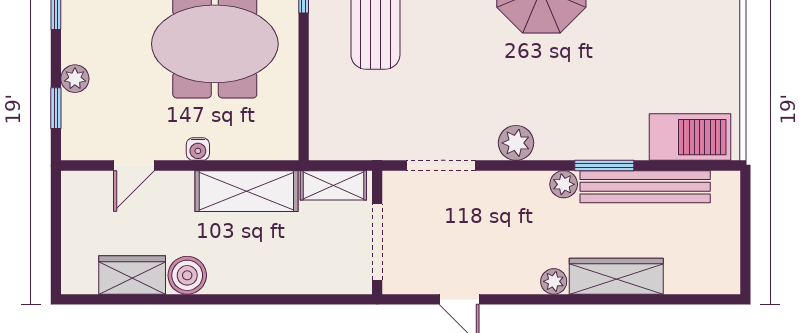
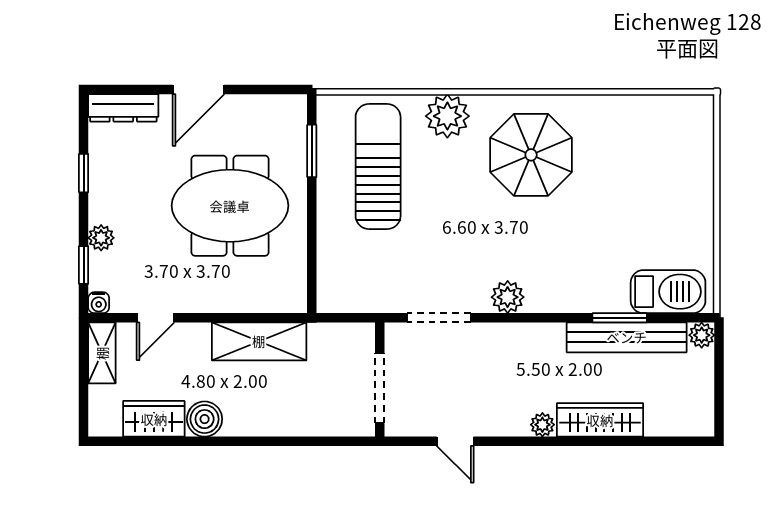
water cooler: (198, 149) -> (99, 303), moved
window: (604, 166) -> (620, 318), moved
plant: (564, 184) -> (702, 335), moved
shelving: (333, 185) -> (102, 353), moved, turned 90

